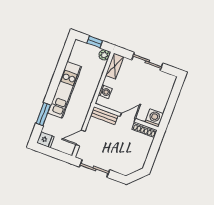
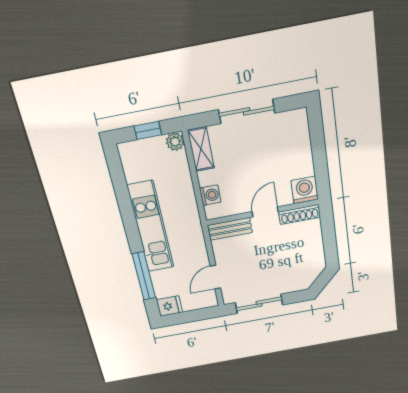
window: (43, 114) -> (144, 276), width x1.44

